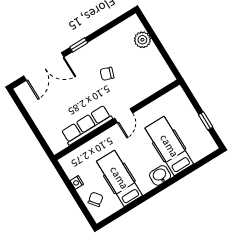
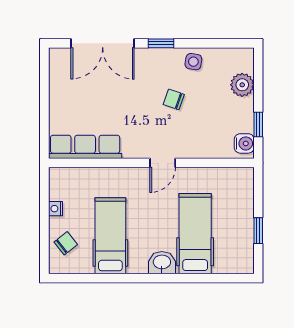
side table: (105, 44) -> (193, 62), added
window: (167, 58) -> (258, 125), added
water cooler: (165, 74) -> (244, 143), added
row of seats: (87, 125) -> (85, 147), moved

